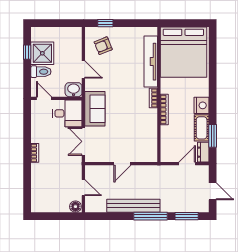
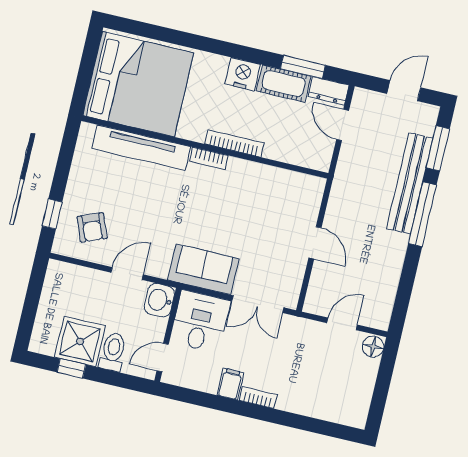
filing cabinet: (39, 137) -> (230, 384), added
bench: (133, 206) -> (410, 183), moved

